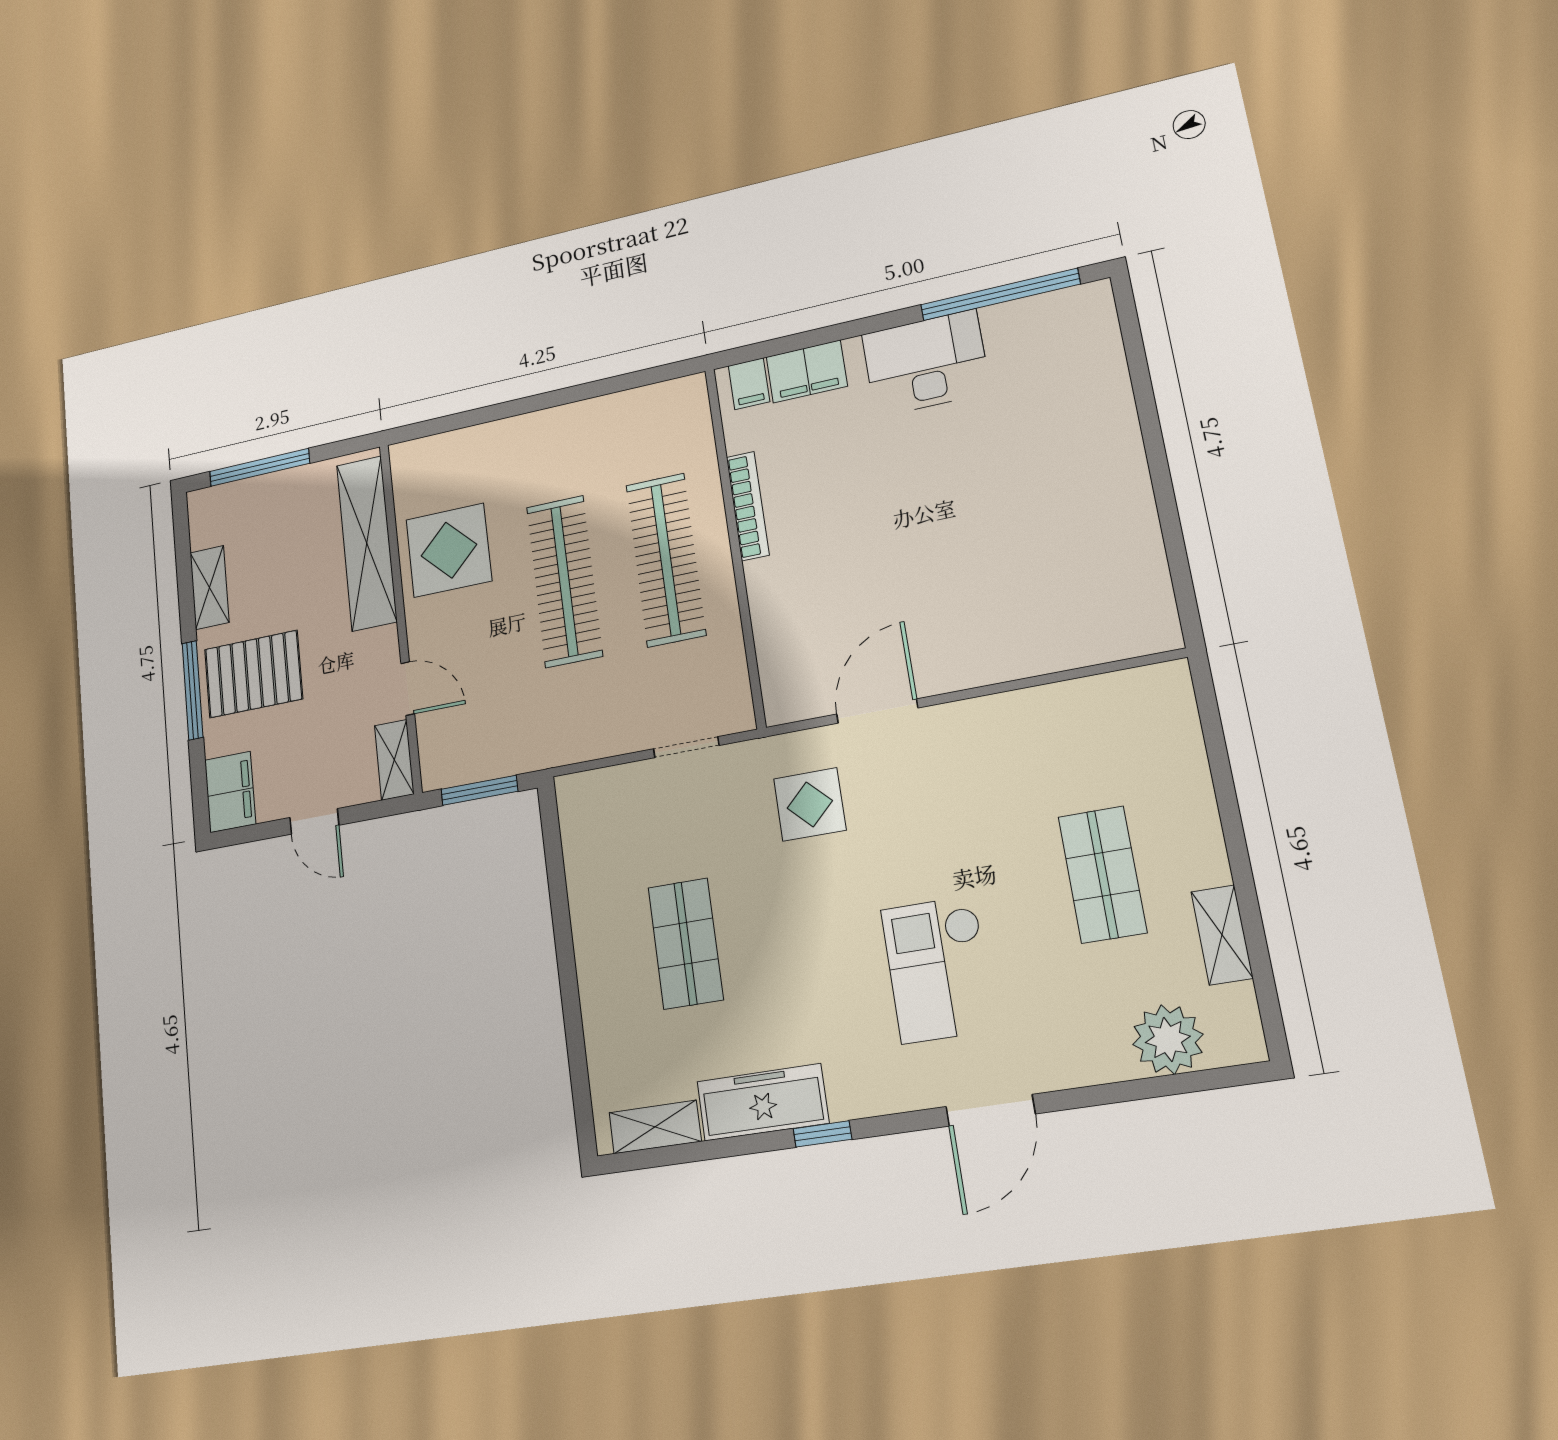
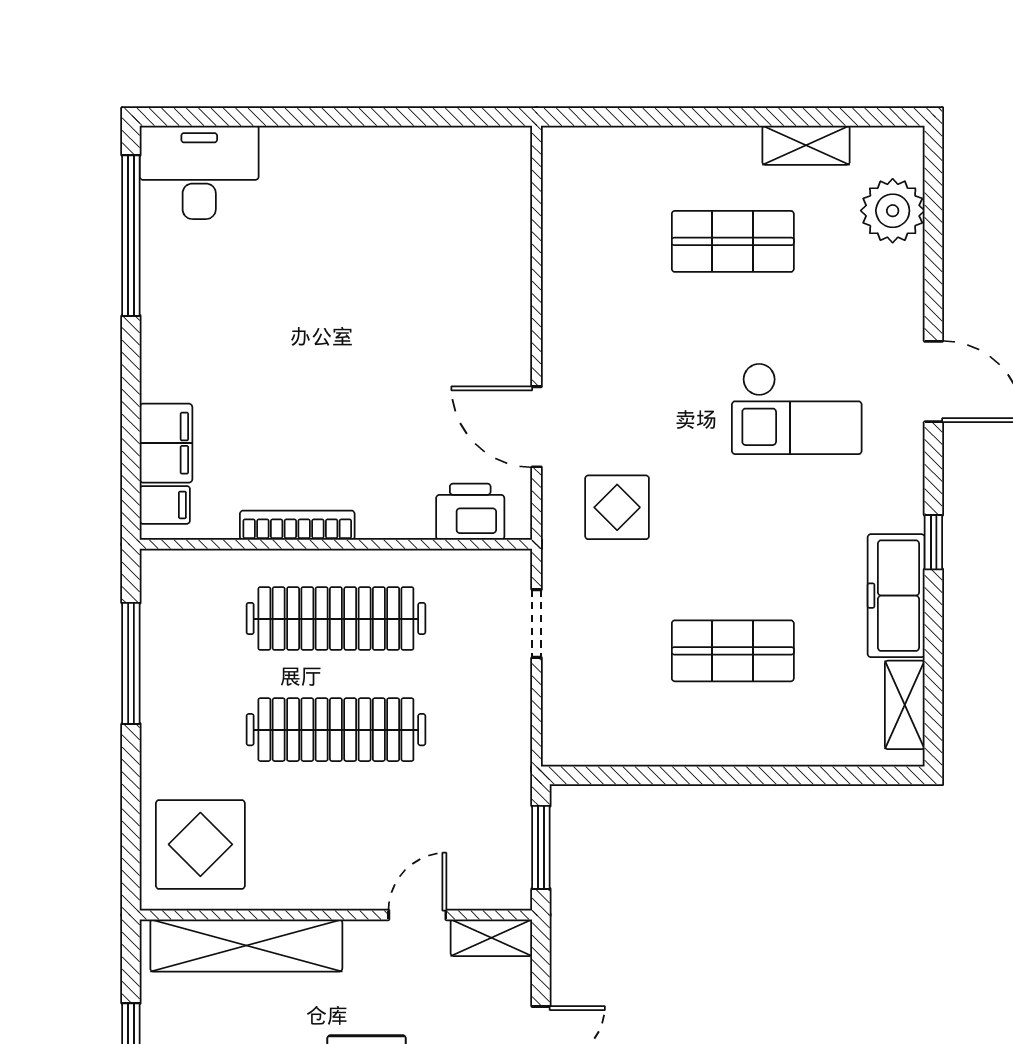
desk: (926, 363) -> (199, 172), moved, turned 90
window: (601, 388) -> (131, 663), added
display table: (449, 550) -> (200, 844), moved
printer: (784, 663) -> (470, 512), added

